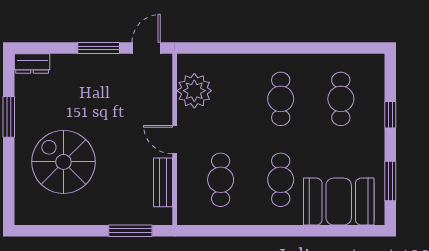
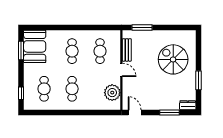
window: (99, 48) -> (169, 112), moved
door: (146, 48) -> (135, 112), swing flipped
window: (390, 115) -> (21, 93), moved
spiral stairs: (63, 162) -> (173, 59), turned 180
booth: (339, 202) -> (35, 46), moved, turned 90

